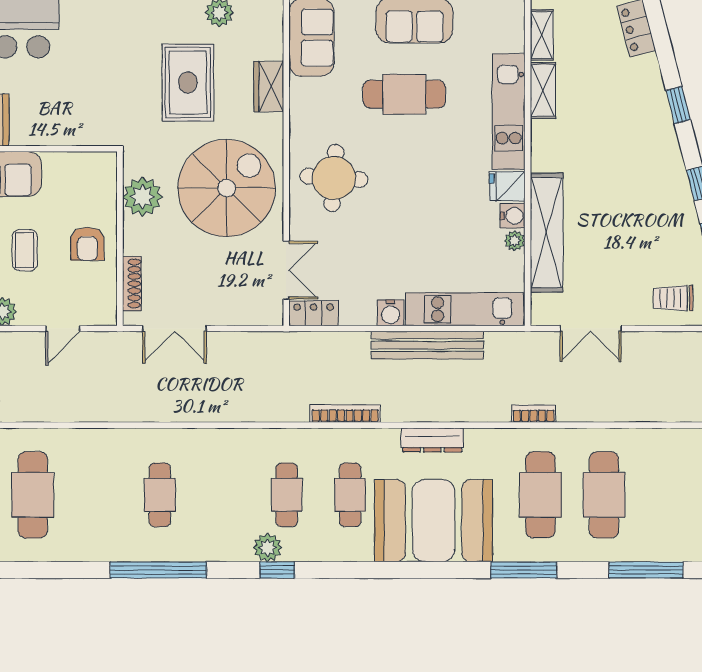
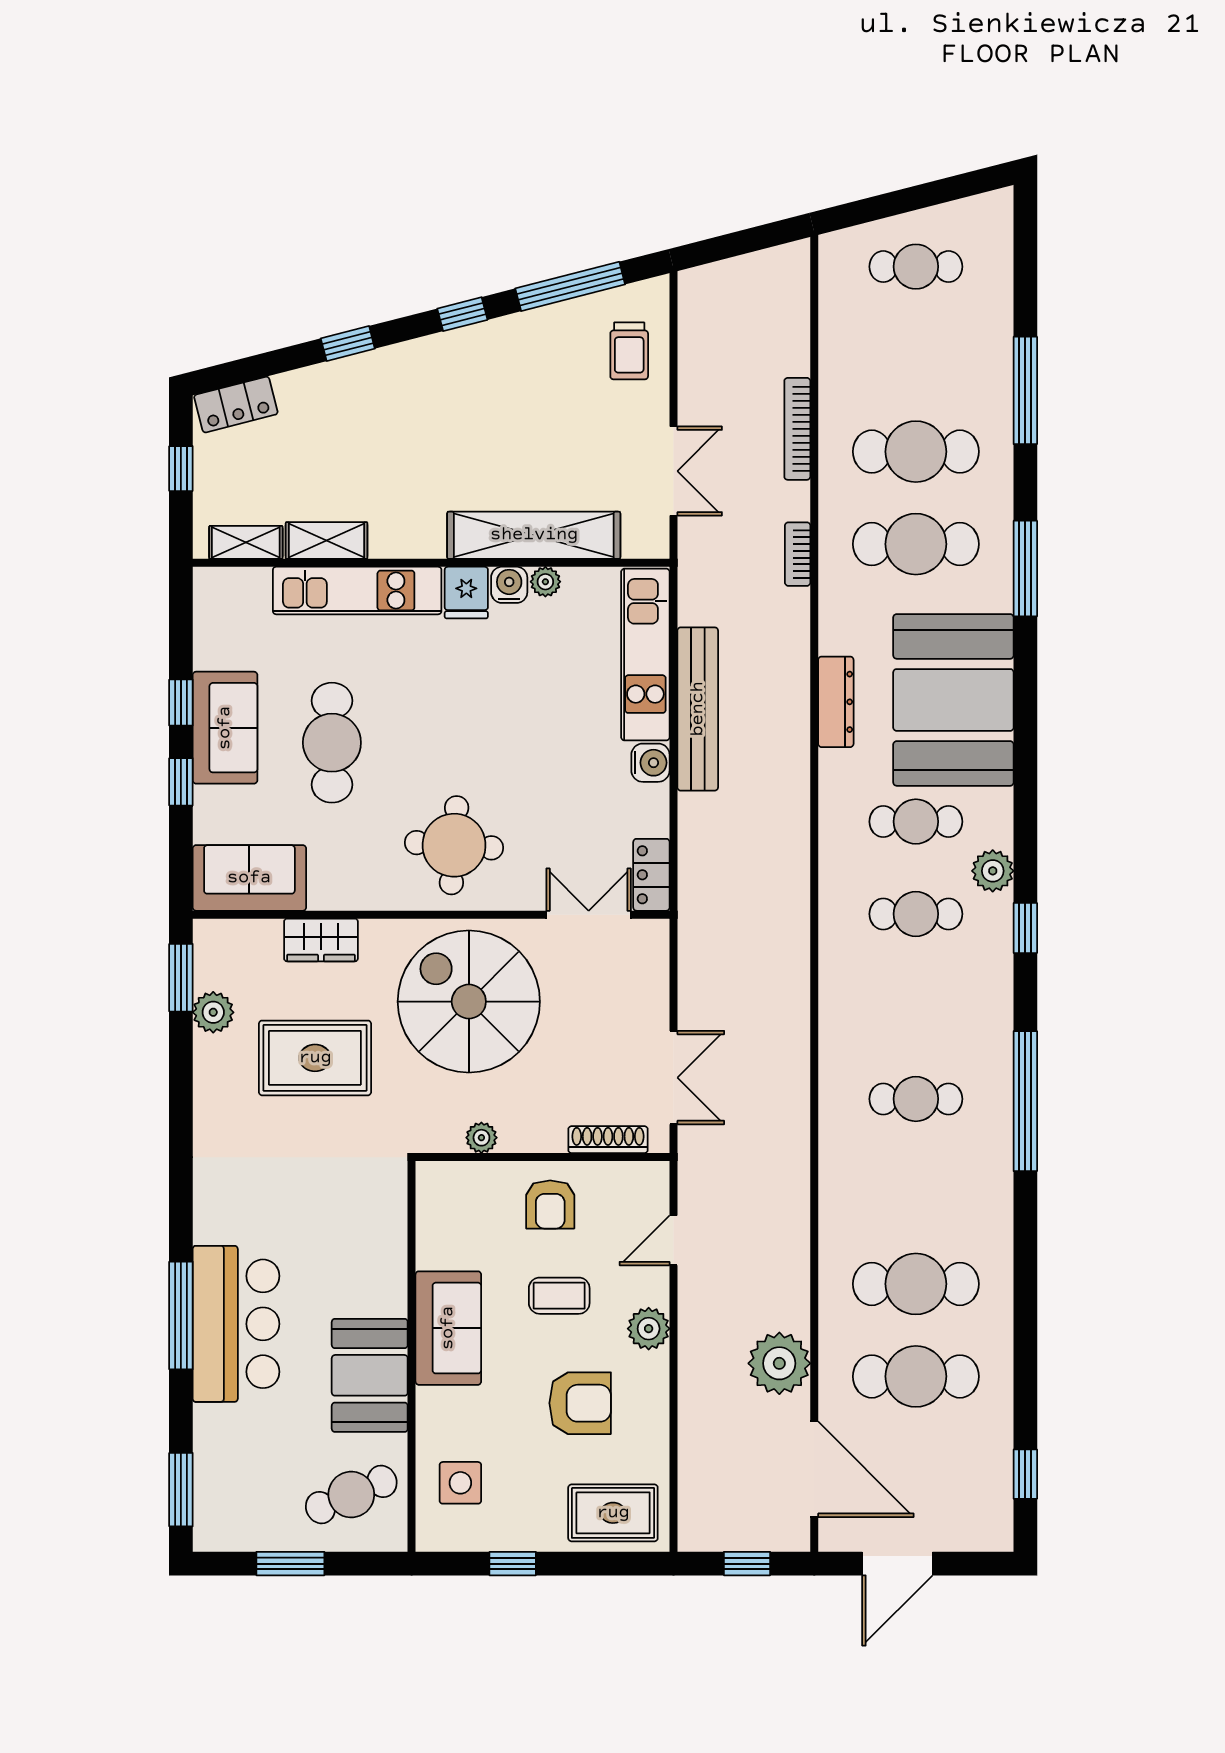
plant: (142, 197) -> (481, 1138), width x0.53, depth x0.53
armchair: (87, 244) -> (550, 1204), turned 90
door: (63, 329) -> (674, 1240), swing flipped
bookcase: (345, 413) -> (797, 429), moved
plant: (268, 548) -> (993, 871), moved

